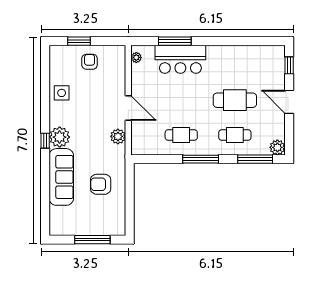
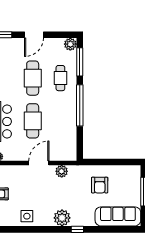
cafe table: (181, 135) -> (33, 121), moved, width x1.37, depth x1.35
window: (45, 141) -> (77, 229), moved
window: (201, 159) -> (80, 105), width x1.46
sofa: (61, 177) -> (118, 216), moved

